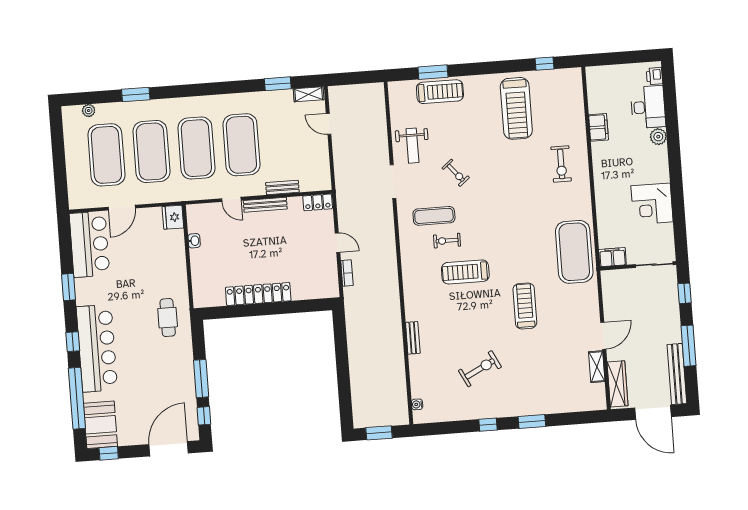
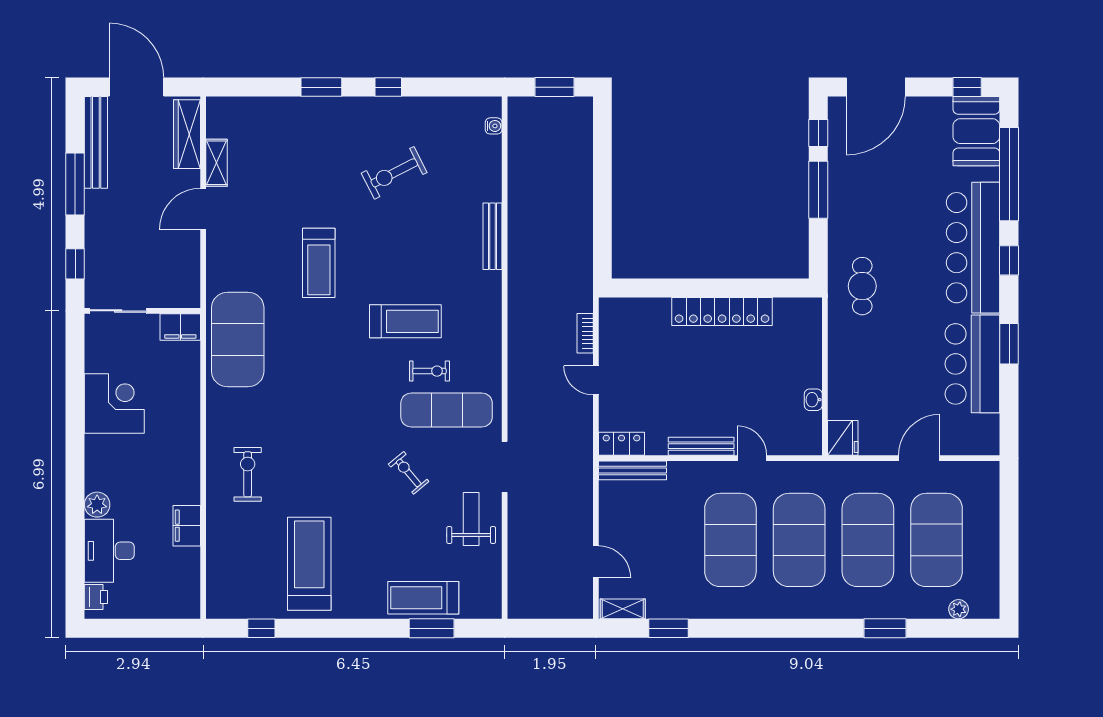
bench: (282, 187) -> (632, 470), moved, width x1.36
exercise mat: (434, 216) -> (447, 410), width x1.36, depth x1.45
bar counter: (89, 244) -> (972, 364), moved
bench: (413, 338) -> (493, 236), width x1.36

